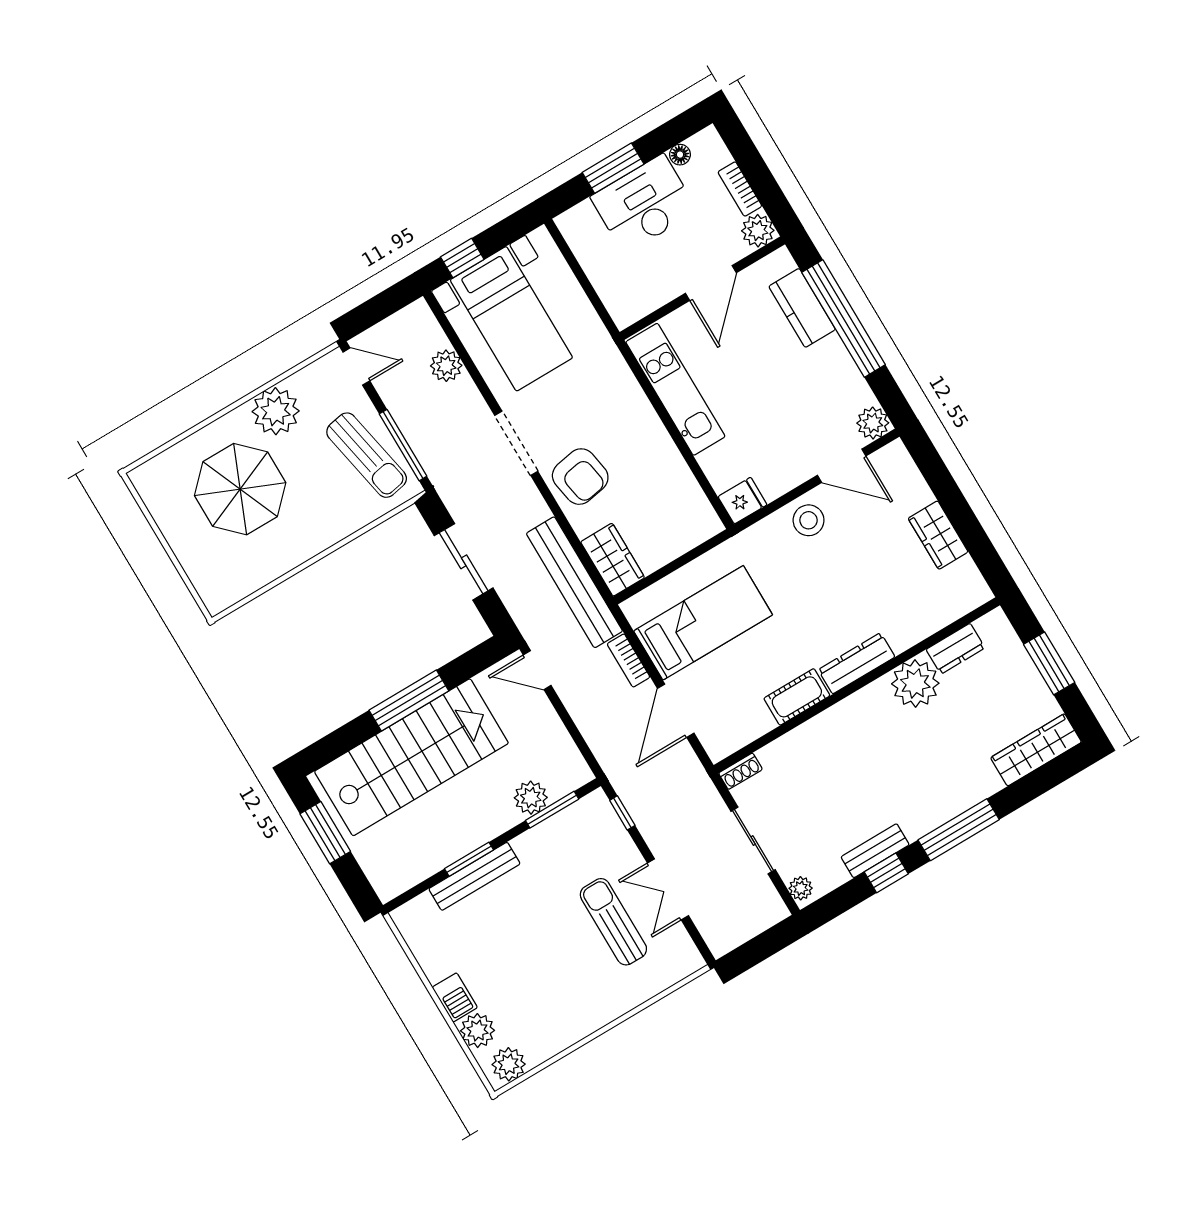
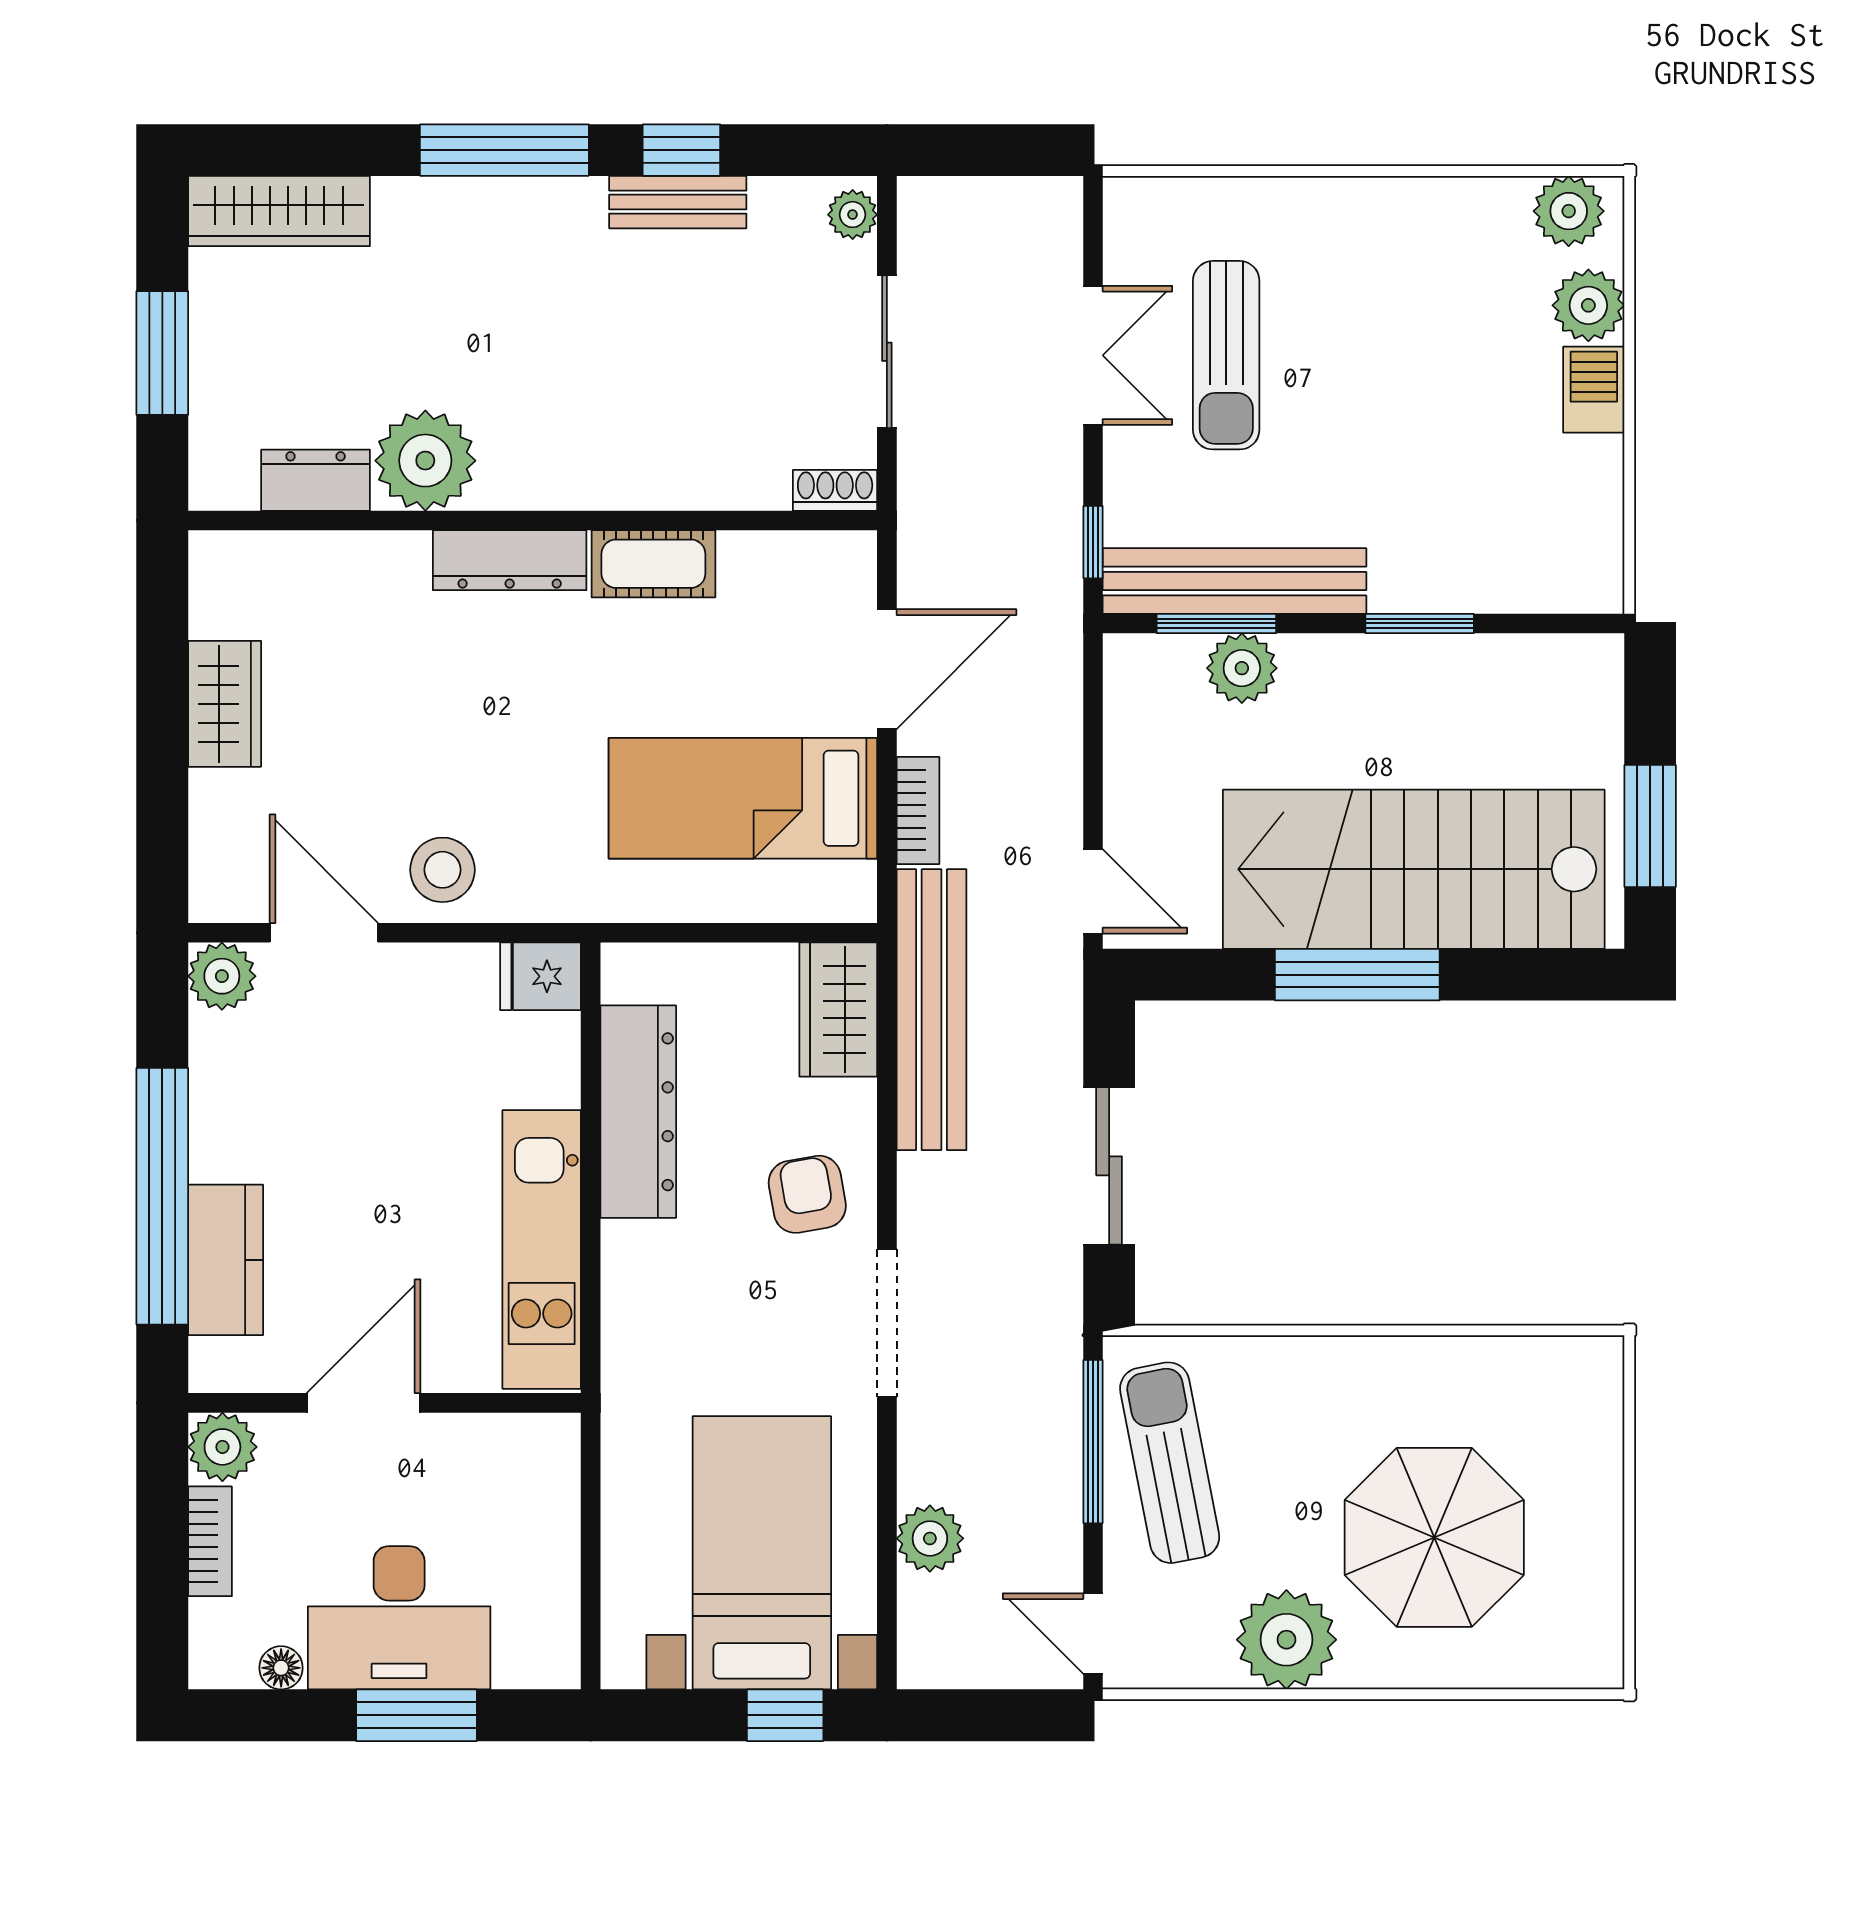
dresser: (670, 469) -> (638, 1112), added
armchair: (580, 477) -> (807, 1194), width x0.72, depth x0.72
bench: (474, 876) -> (1234, 581), moved, width x1.37, depth x1.21

